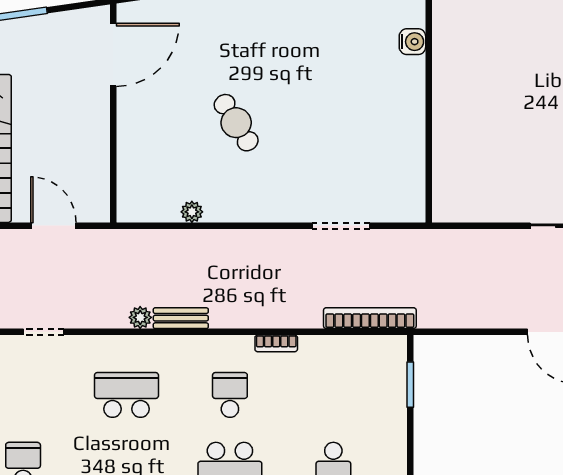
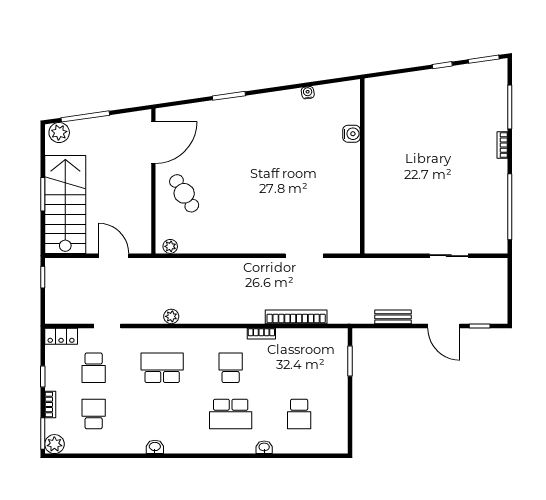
cafe table: (236, 123) -> (184, 193), moved
plant: (192, 212) -> (170, 246), moved
bench: (181, 318) -> (393, 317), moved
bookcase: (370, 318) -> (296, 317), moved
school desk: (23, 395) -> (94, 368), added

